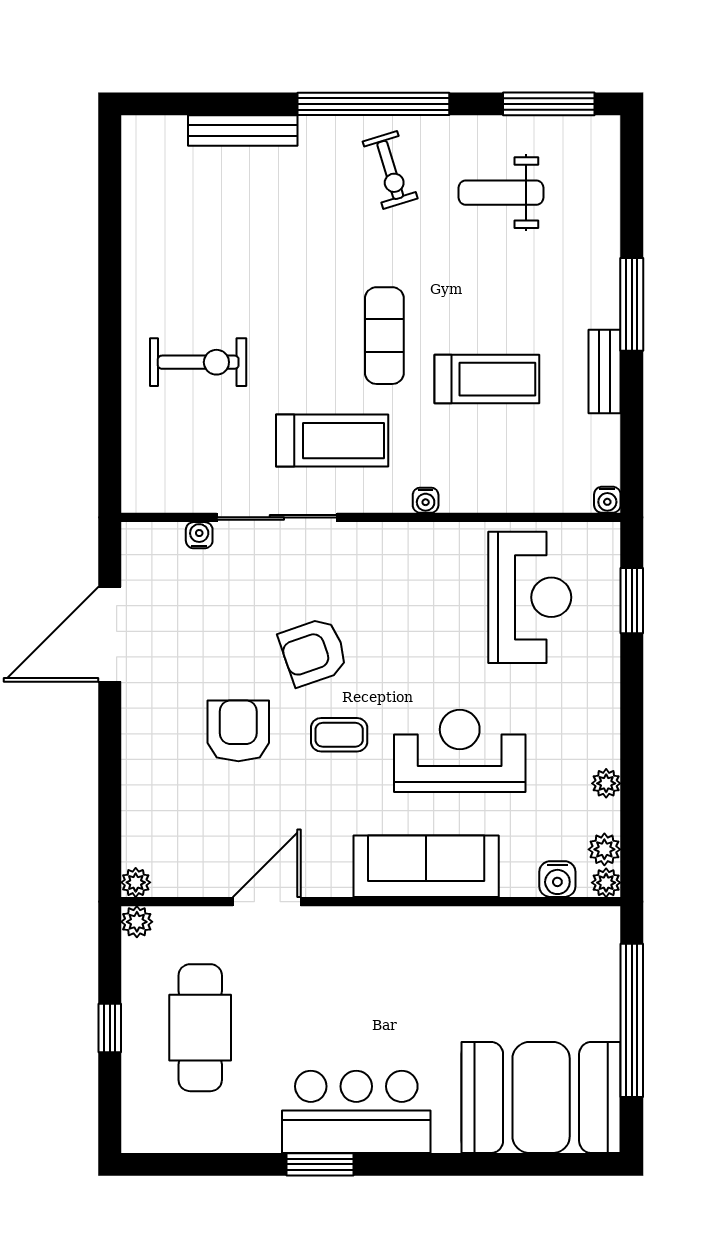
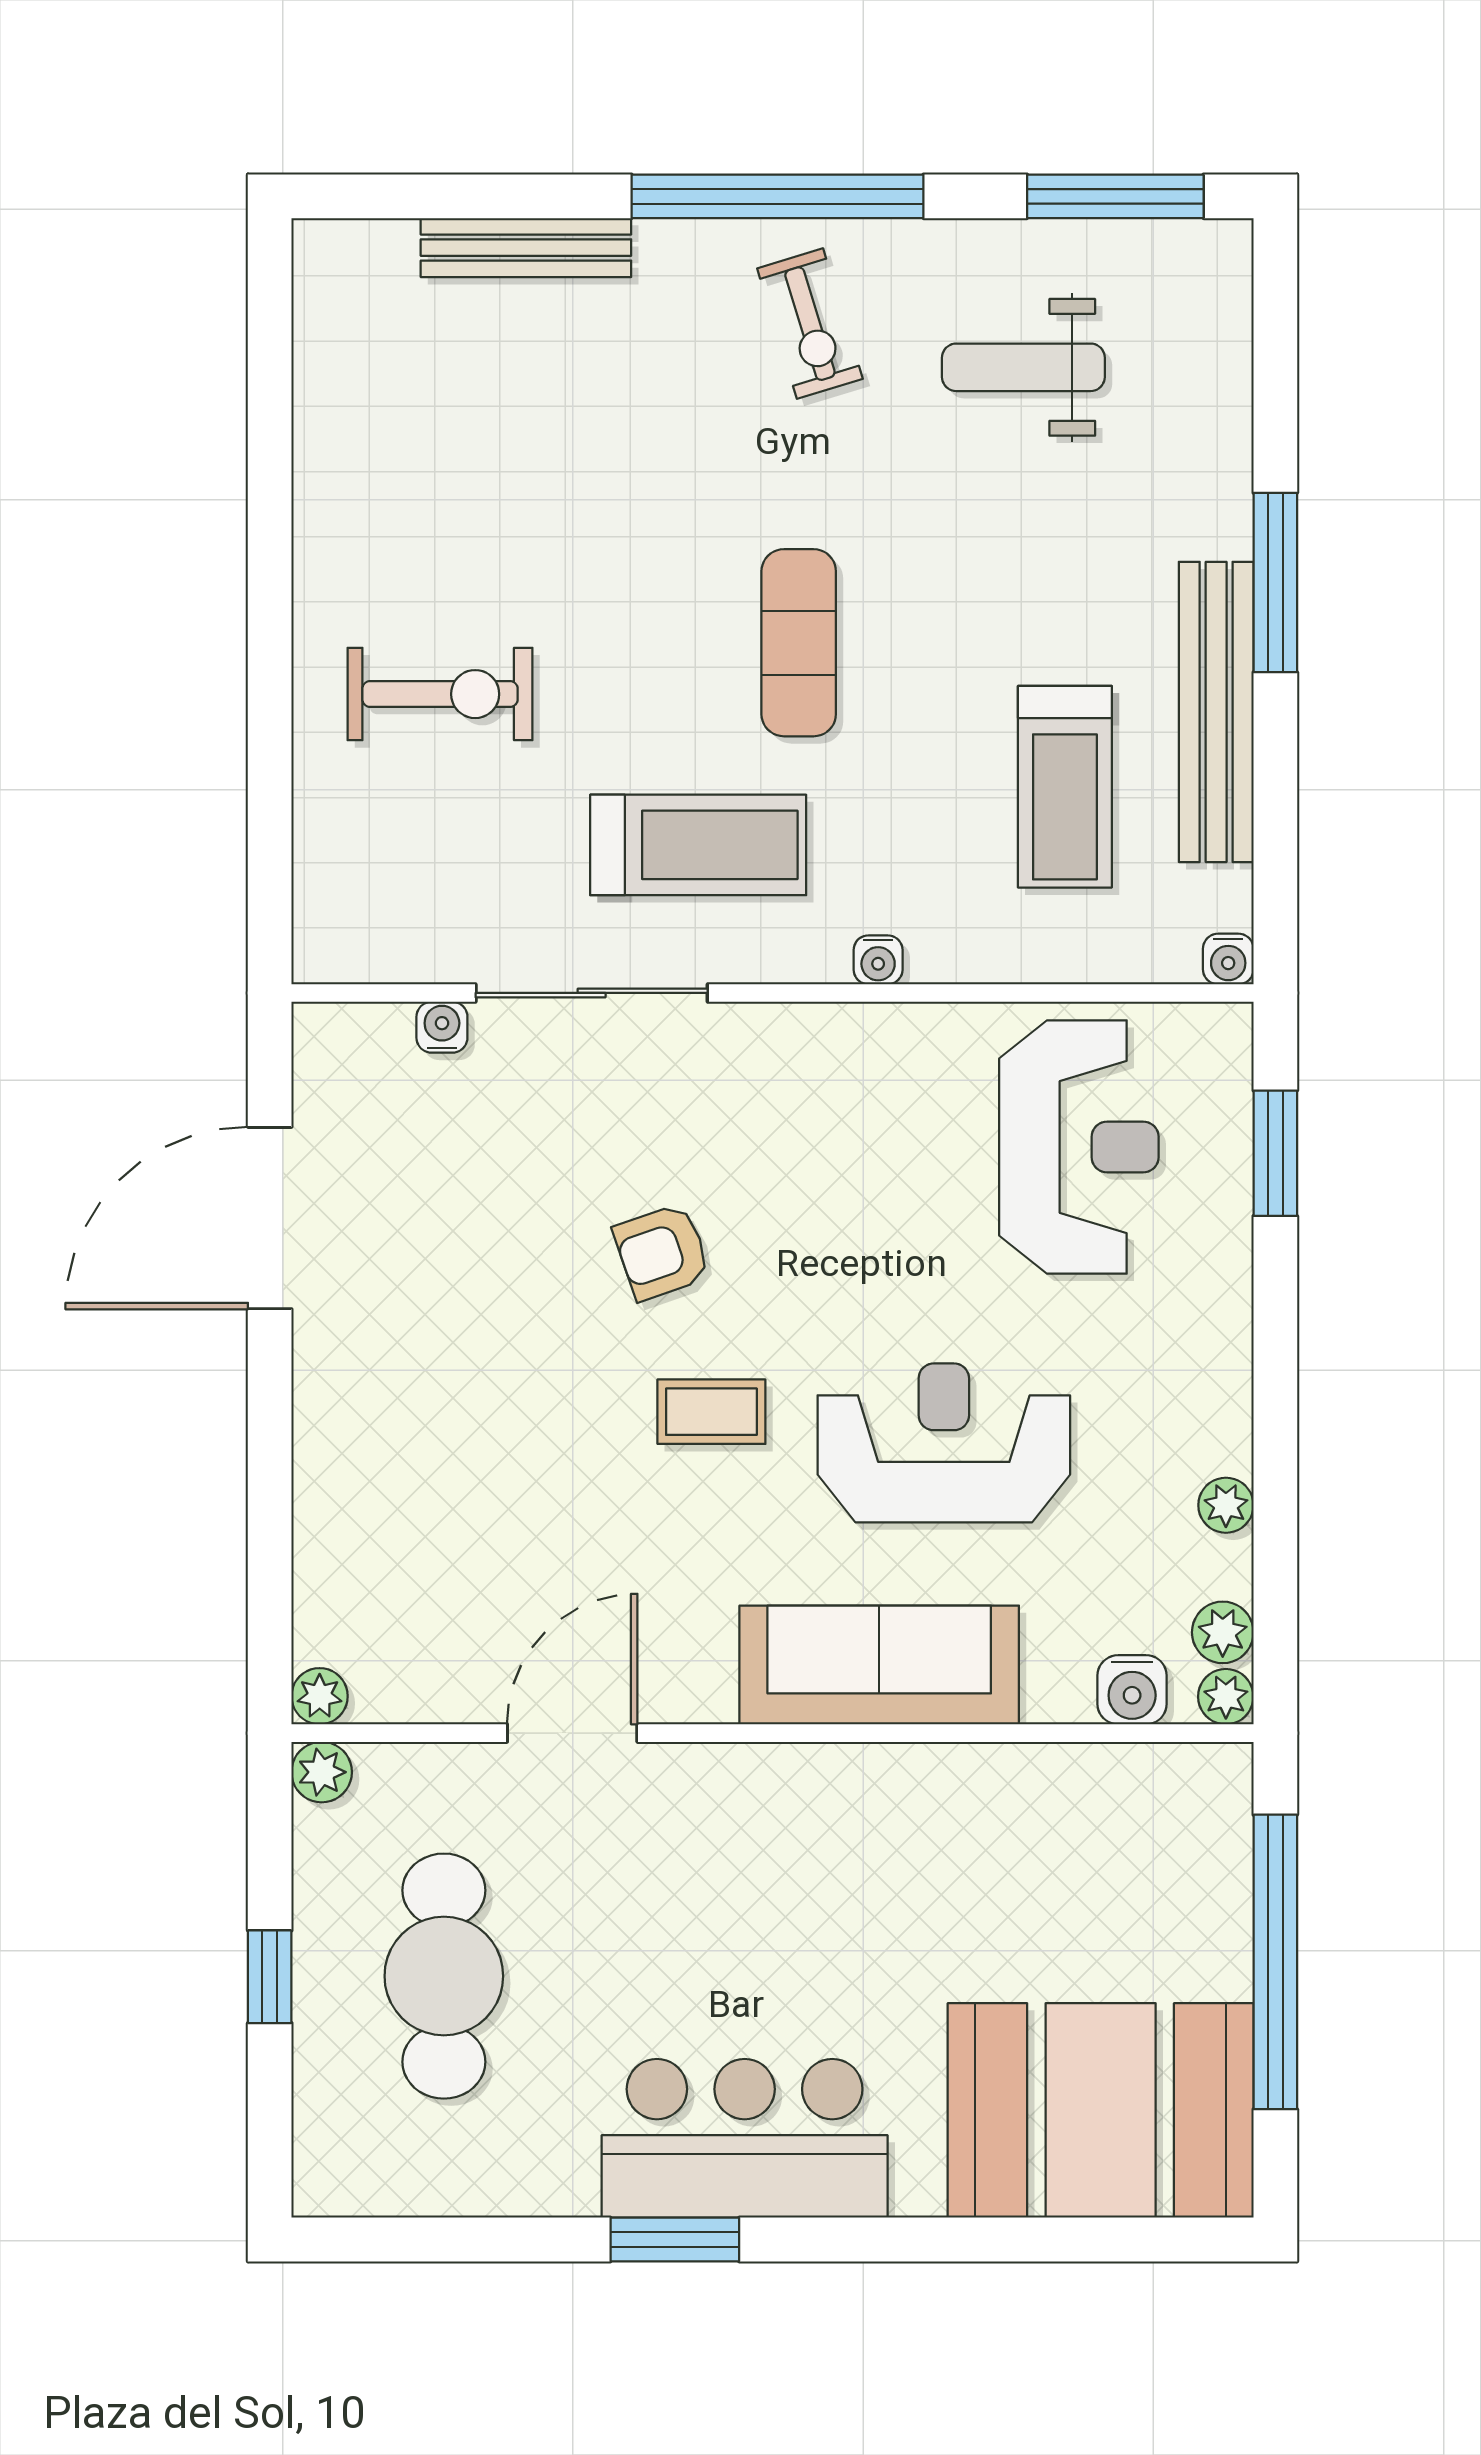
bench: (604, 372) -> (1216, 712), width x1.86, depth x1.21
treadmill: (487, 379) -> (1065, 787), moved, turned 90
armchair: (313, 652) -> (662, 1252), width x0.72, depth x0.72
armchair: (238, 731) -> (517, 1404), removed

